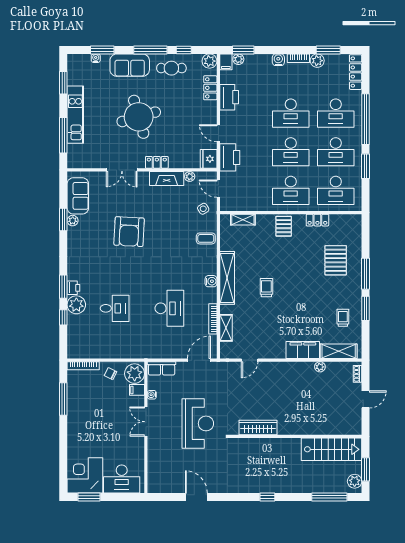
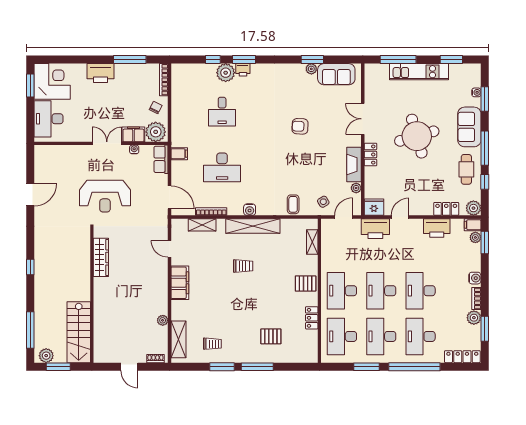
armchair: (129, 232) -> (300, 126), width x0.53, depth x0.53
pallet: (336, 260) -> (271, 336), width x0.67, depth x0.71
filing cabinet: (303, 350) -> (180, 283), moved
filing cabinet: (156, 351) -> (179, 154), added
filing cabinet: (137, 390) -> (133, 134), width x2.00
printer: (77, 428) -> (100, 73), added

